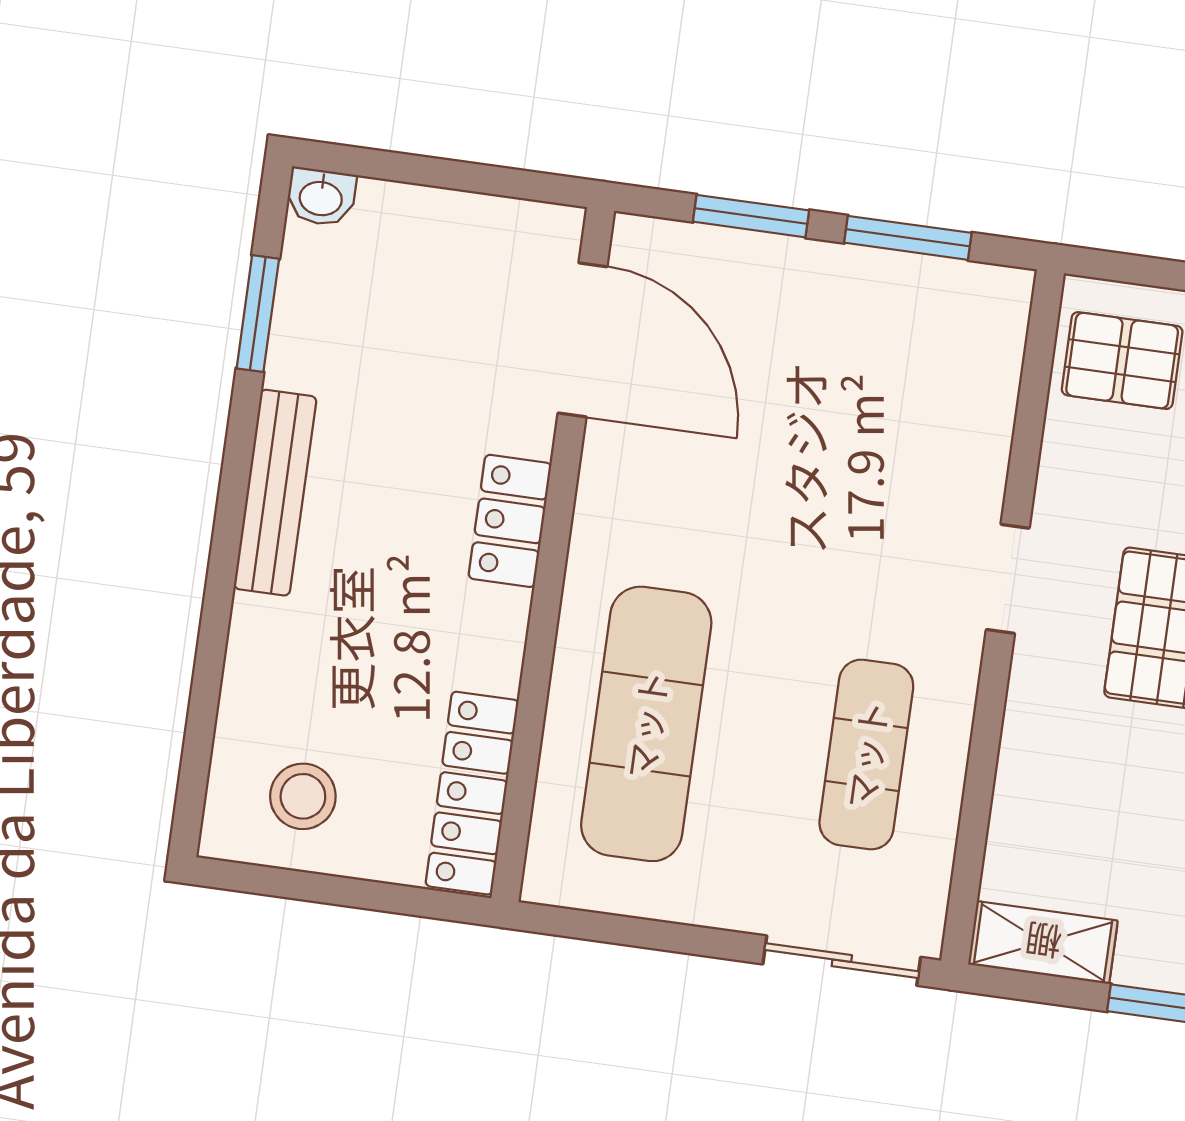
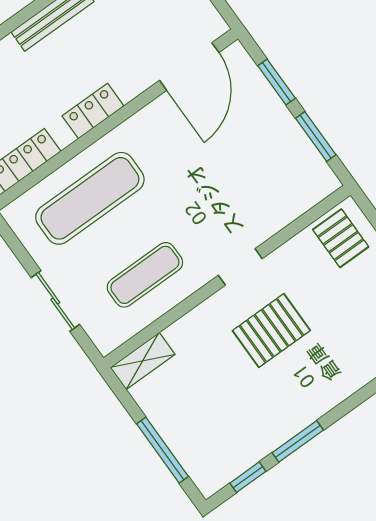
locker: (510, 521) -> (93, 111), moved
shelving: (1043, 942) -> (143, 361), moved, turned 90
sliding door: (842, 961) -> (55, 301), moved

